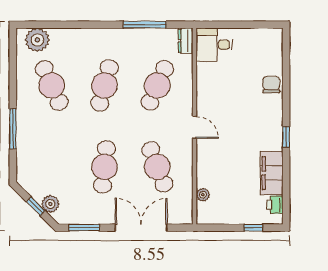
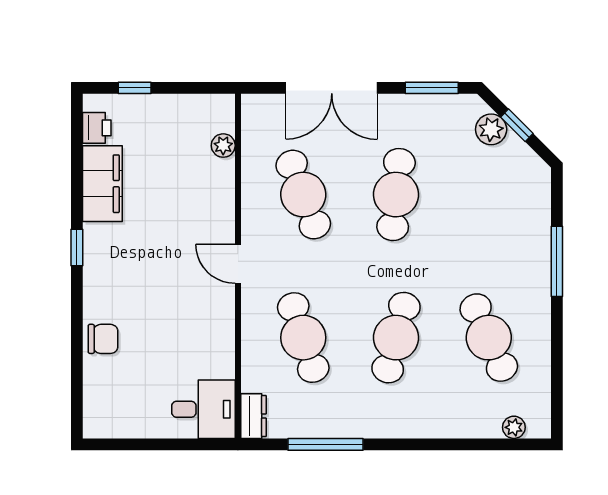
plant: (37, 40) -> (514, 427), width x0.53, depth x0.53
cafe table: (157, 85) -> (303, 338), turned -42
chair: (271, 85) -> (103, 339), turned -90

